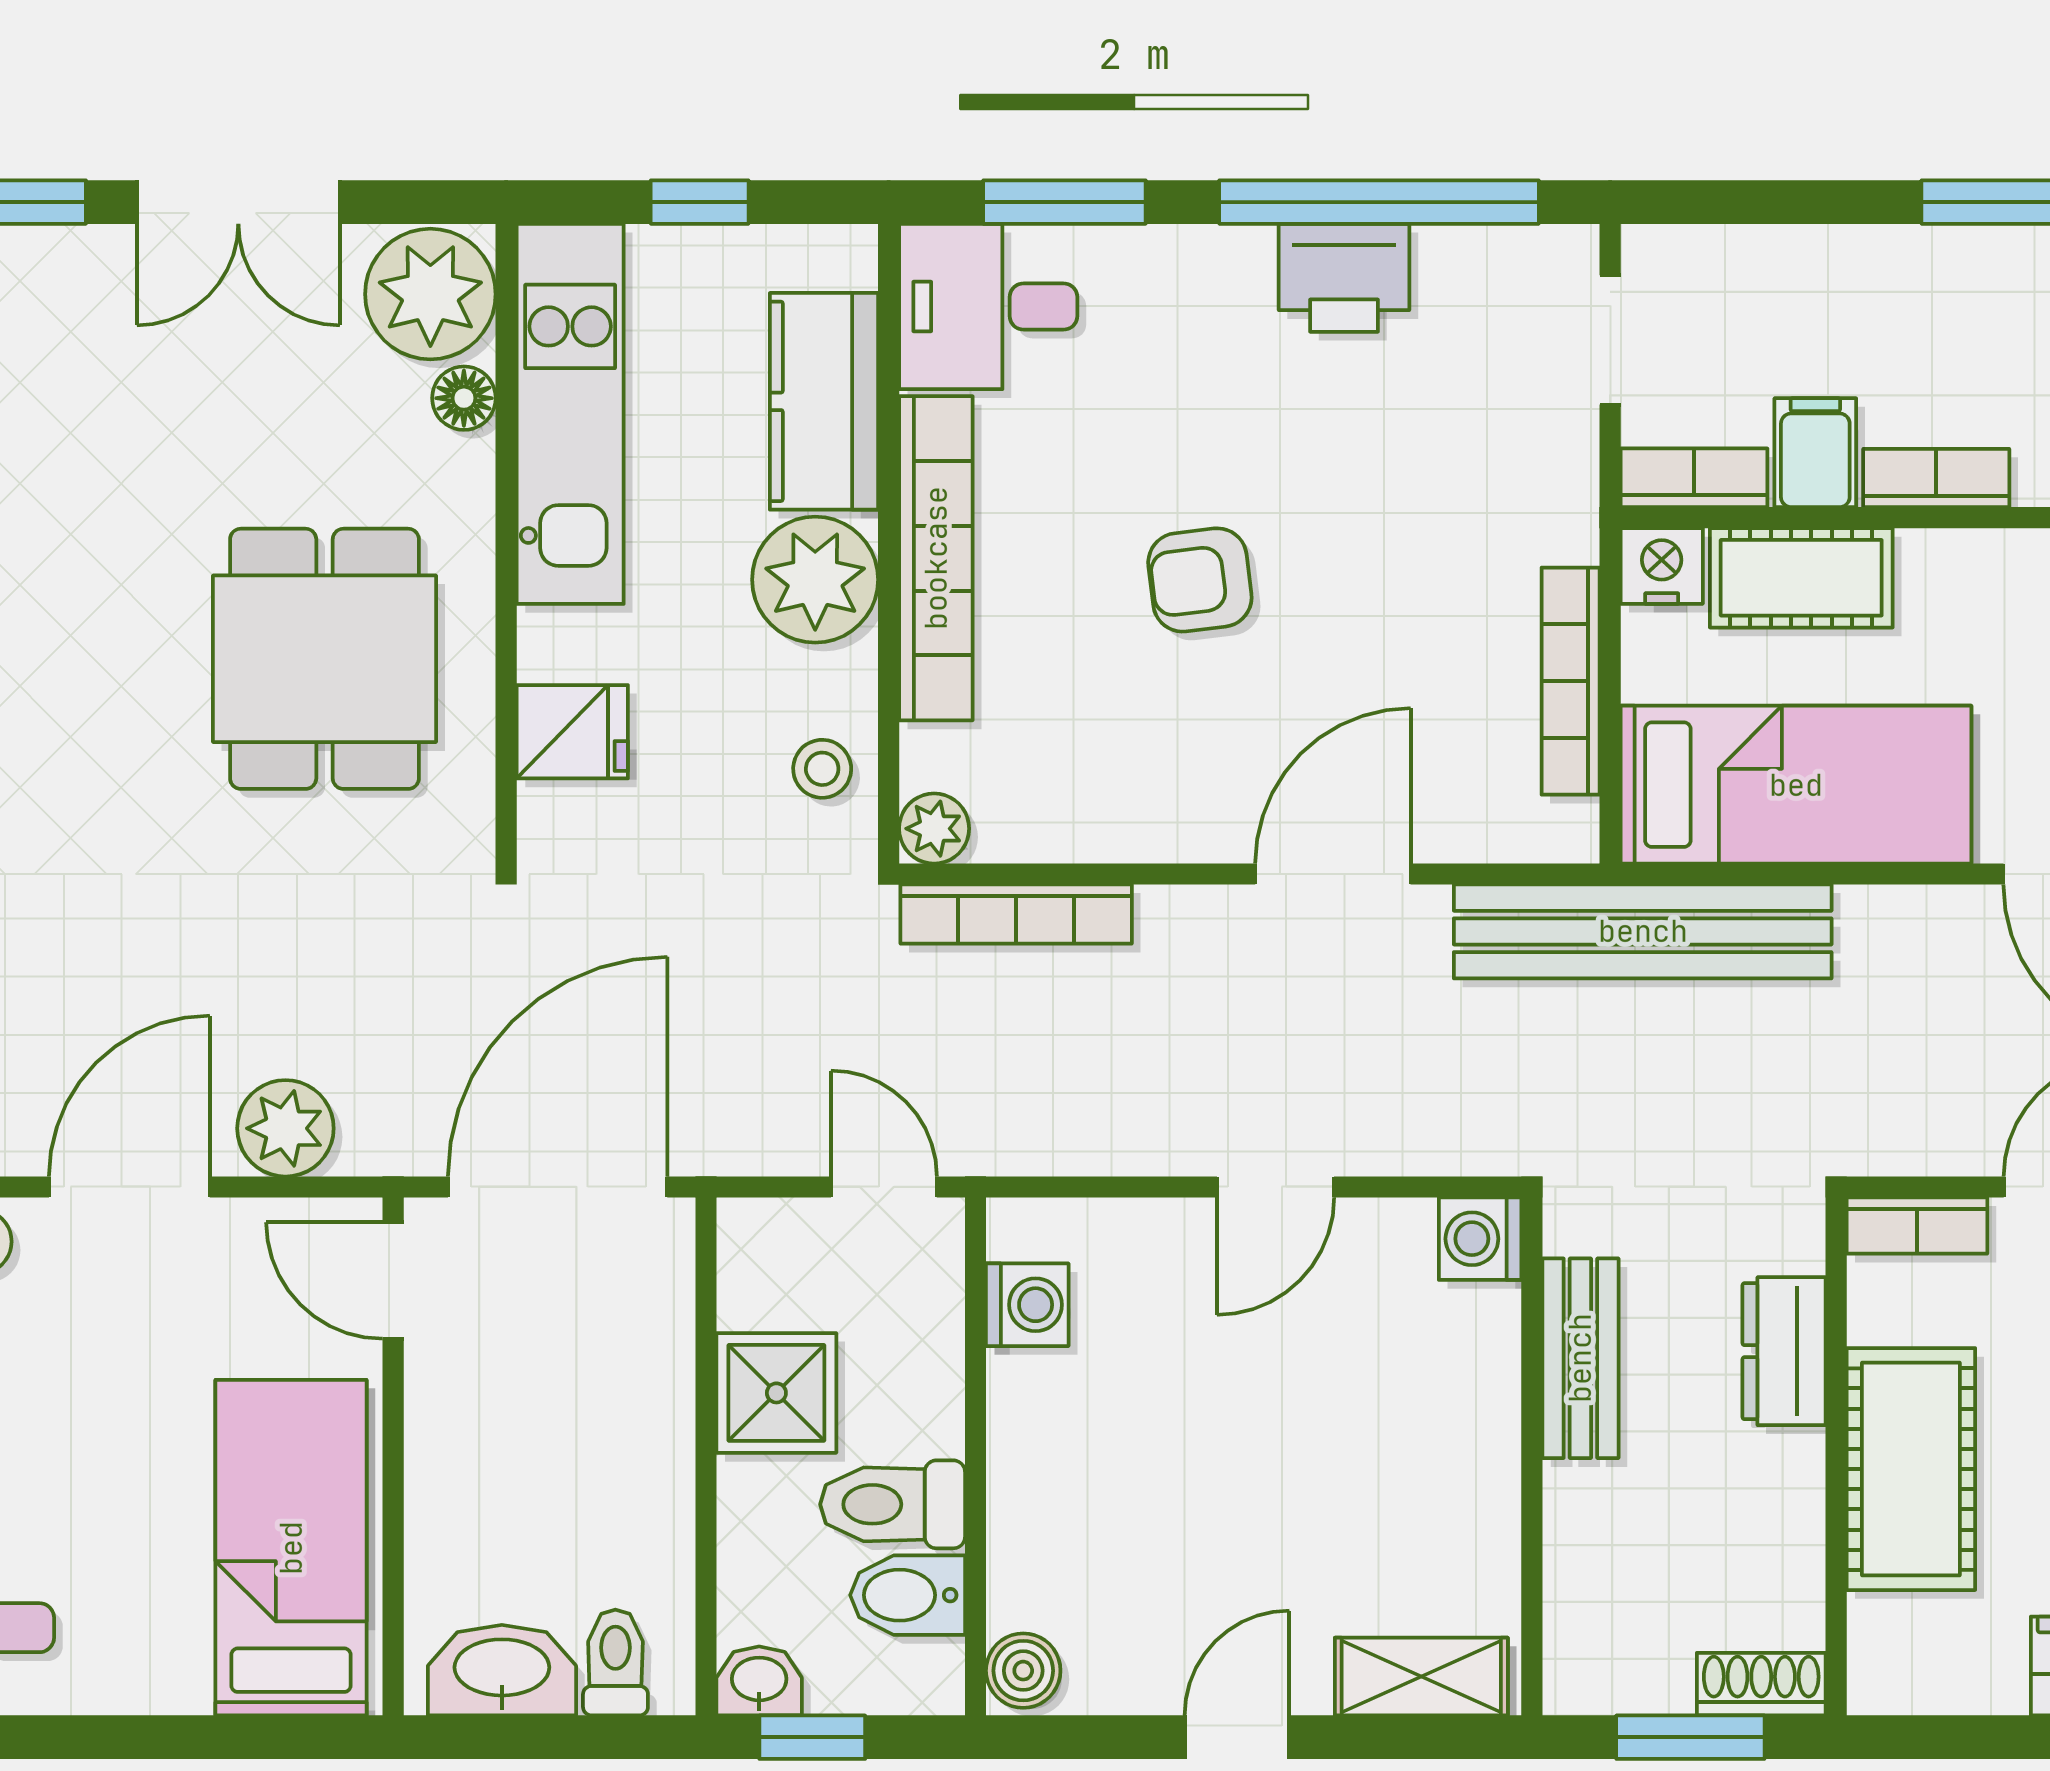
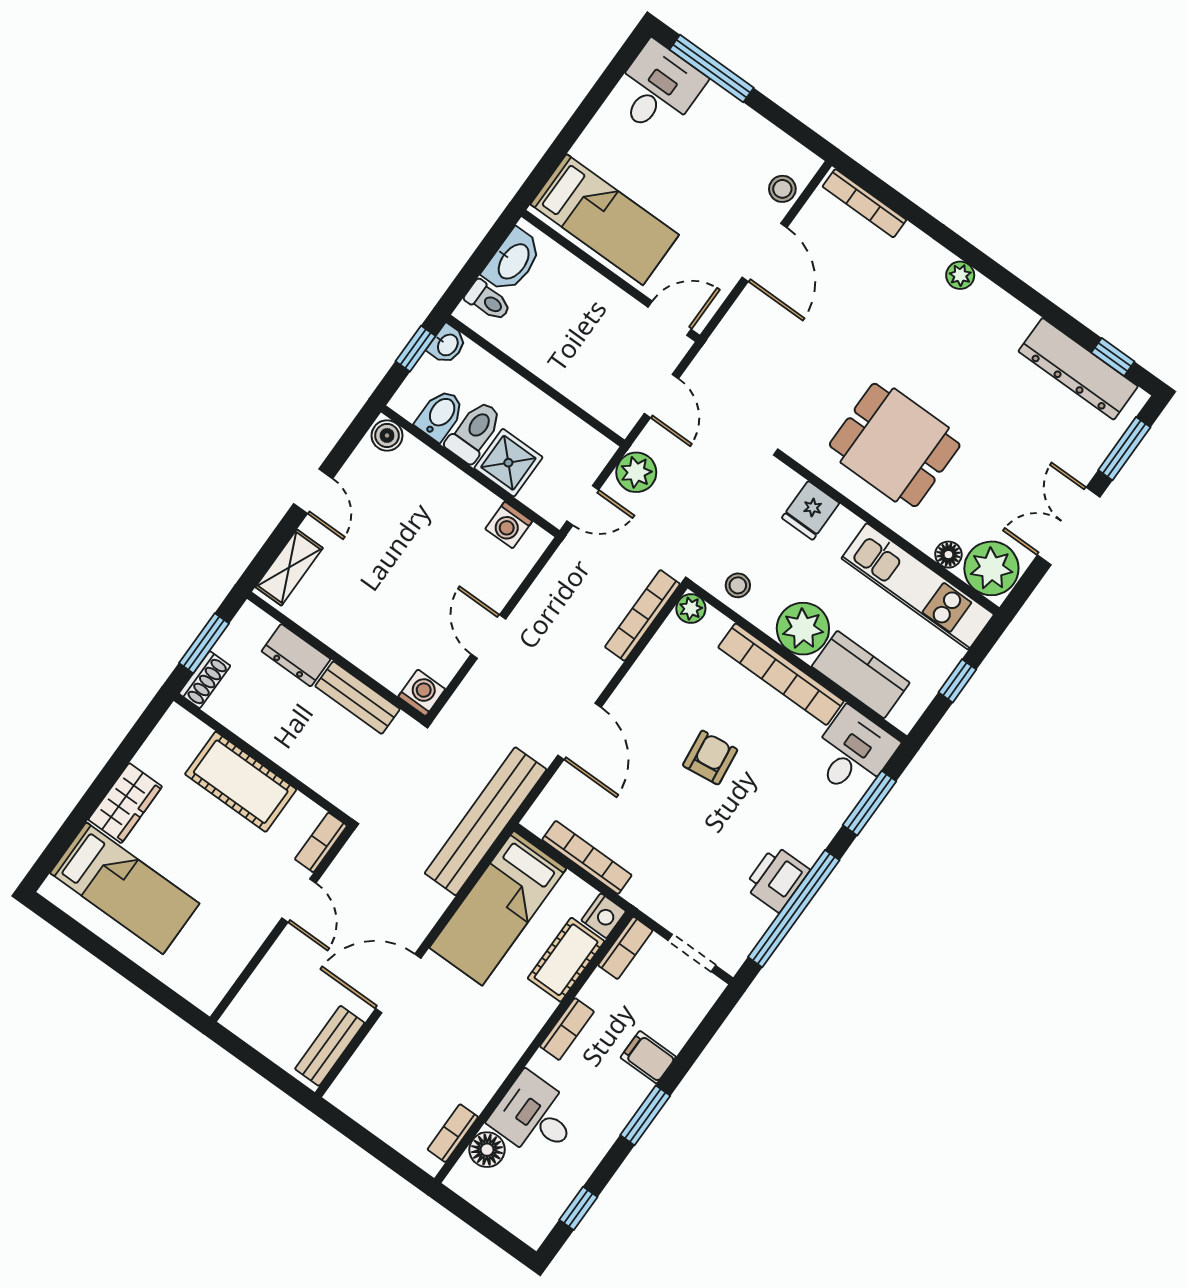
filing cabinet: (1815, 453) -> (648, 1057), moved, turned 180
plant: (285, 1128) -> (636, 472), moved
door: (558, 1187) -> (661, 396), width x0.53
dresser: (1784, 1351) -> (296, 655), moved, turned 180
shower: (776, 1393) -> (508, 463), moved

